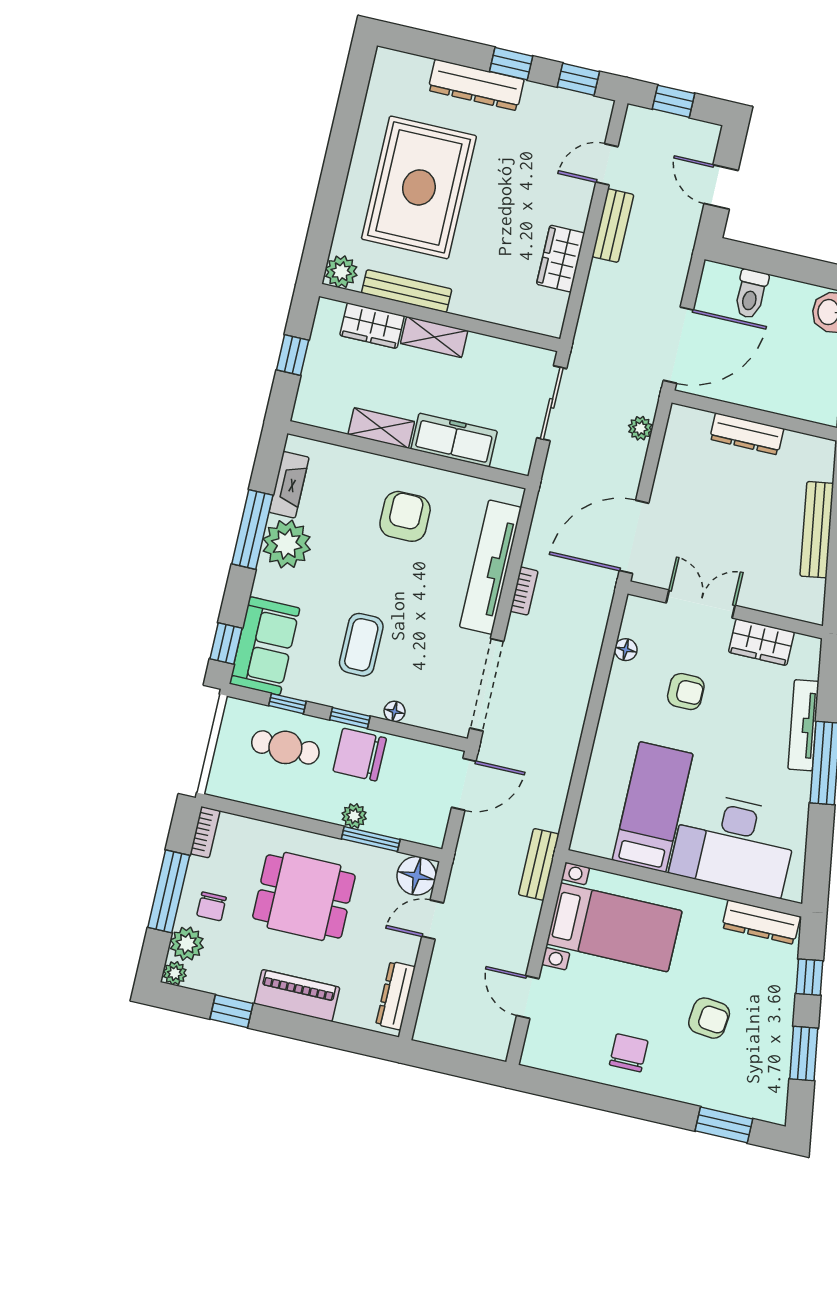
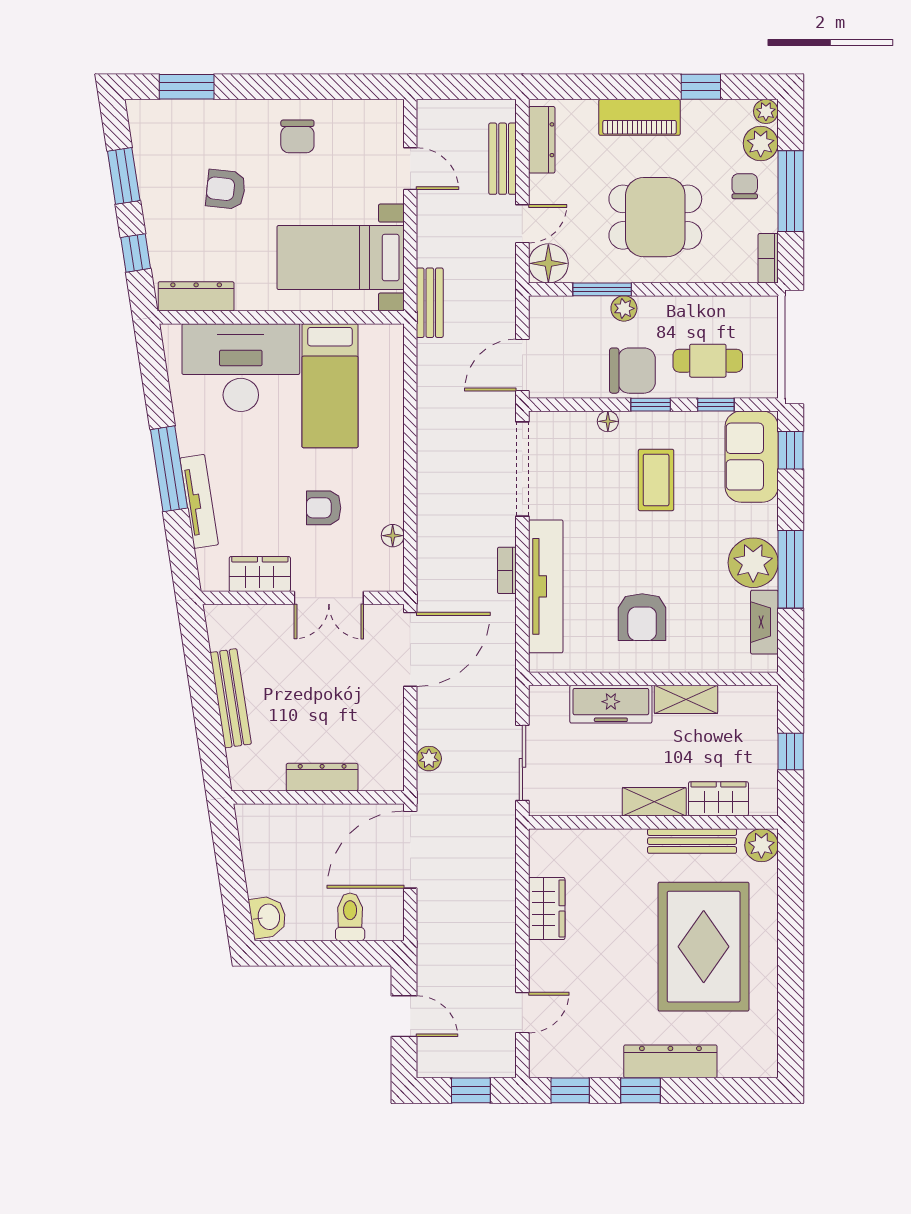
bench: (613, 226) -> (503, 159), moved

